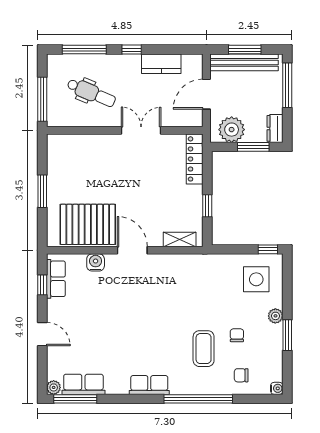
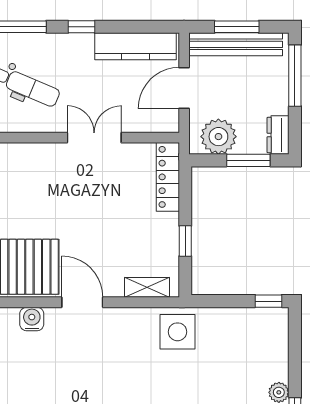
kitchen counter: (161, 64) -> (135, 46), width x1.50
side table: (256, 279) -> (178, 332), moved

